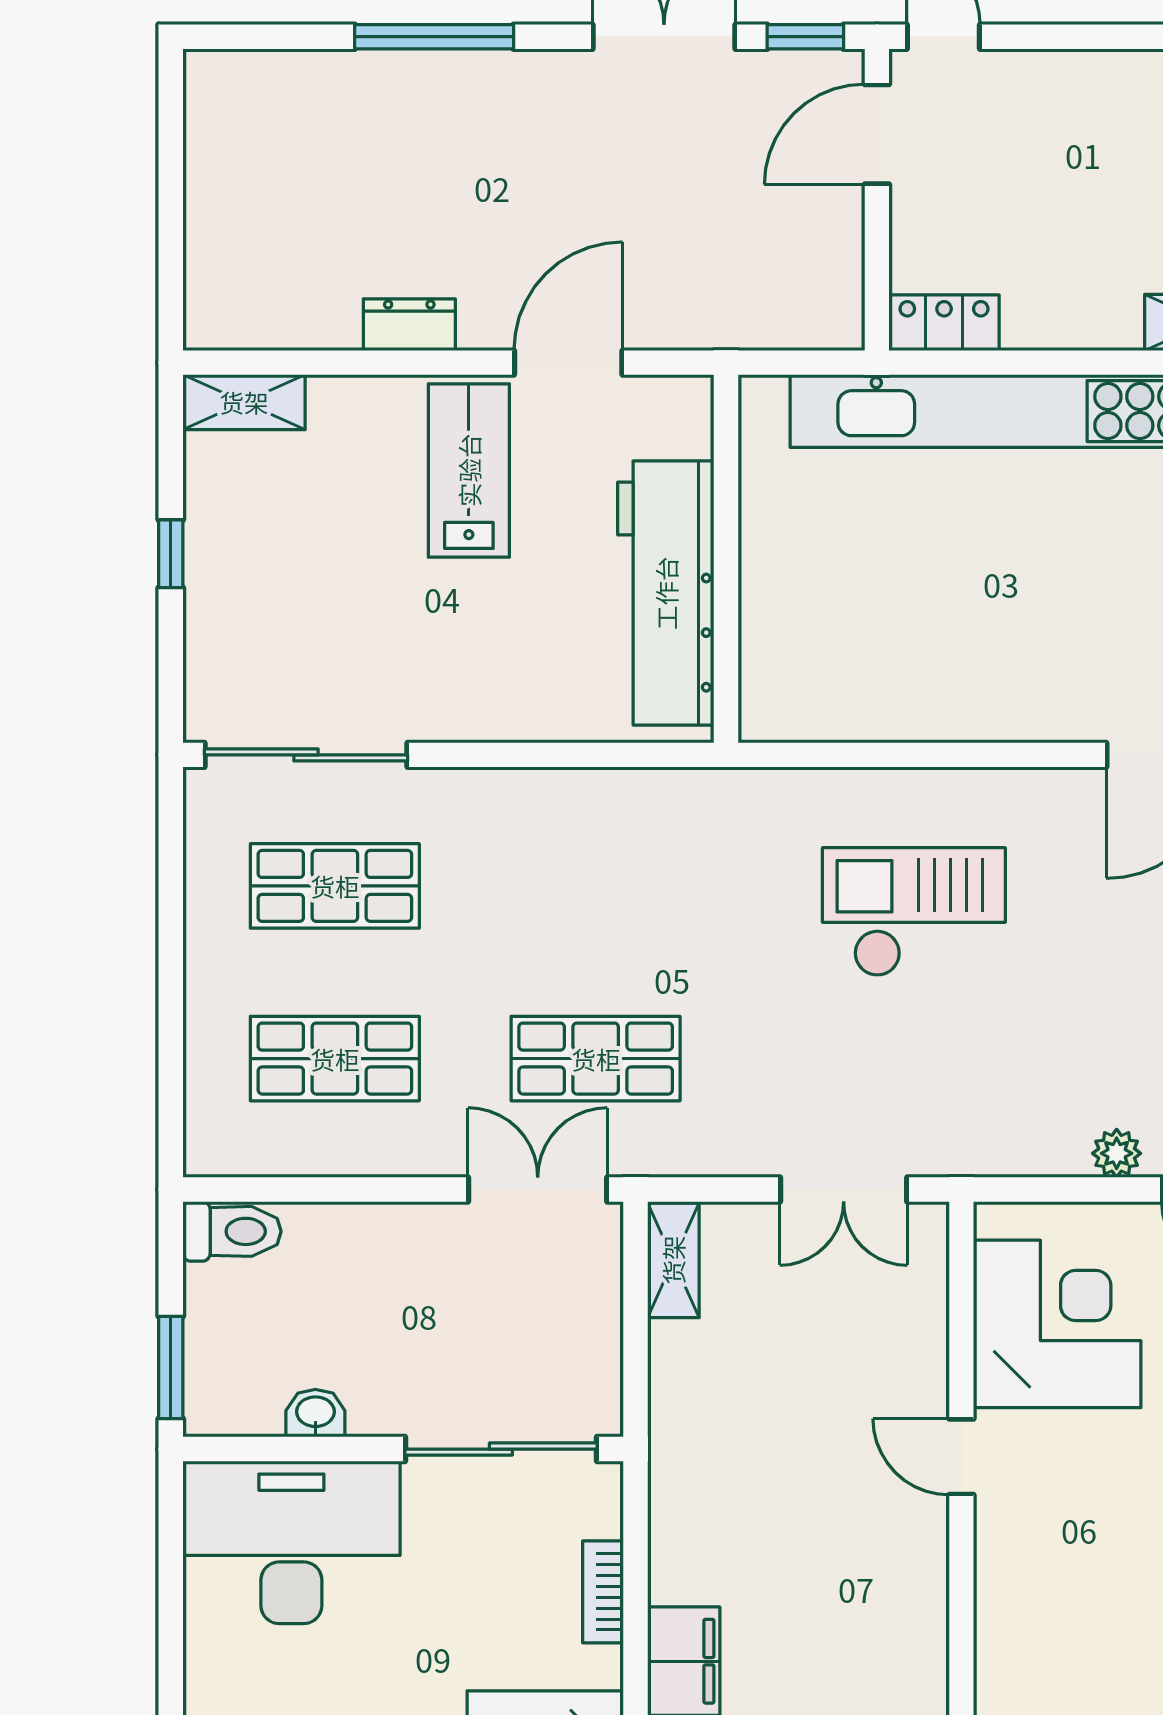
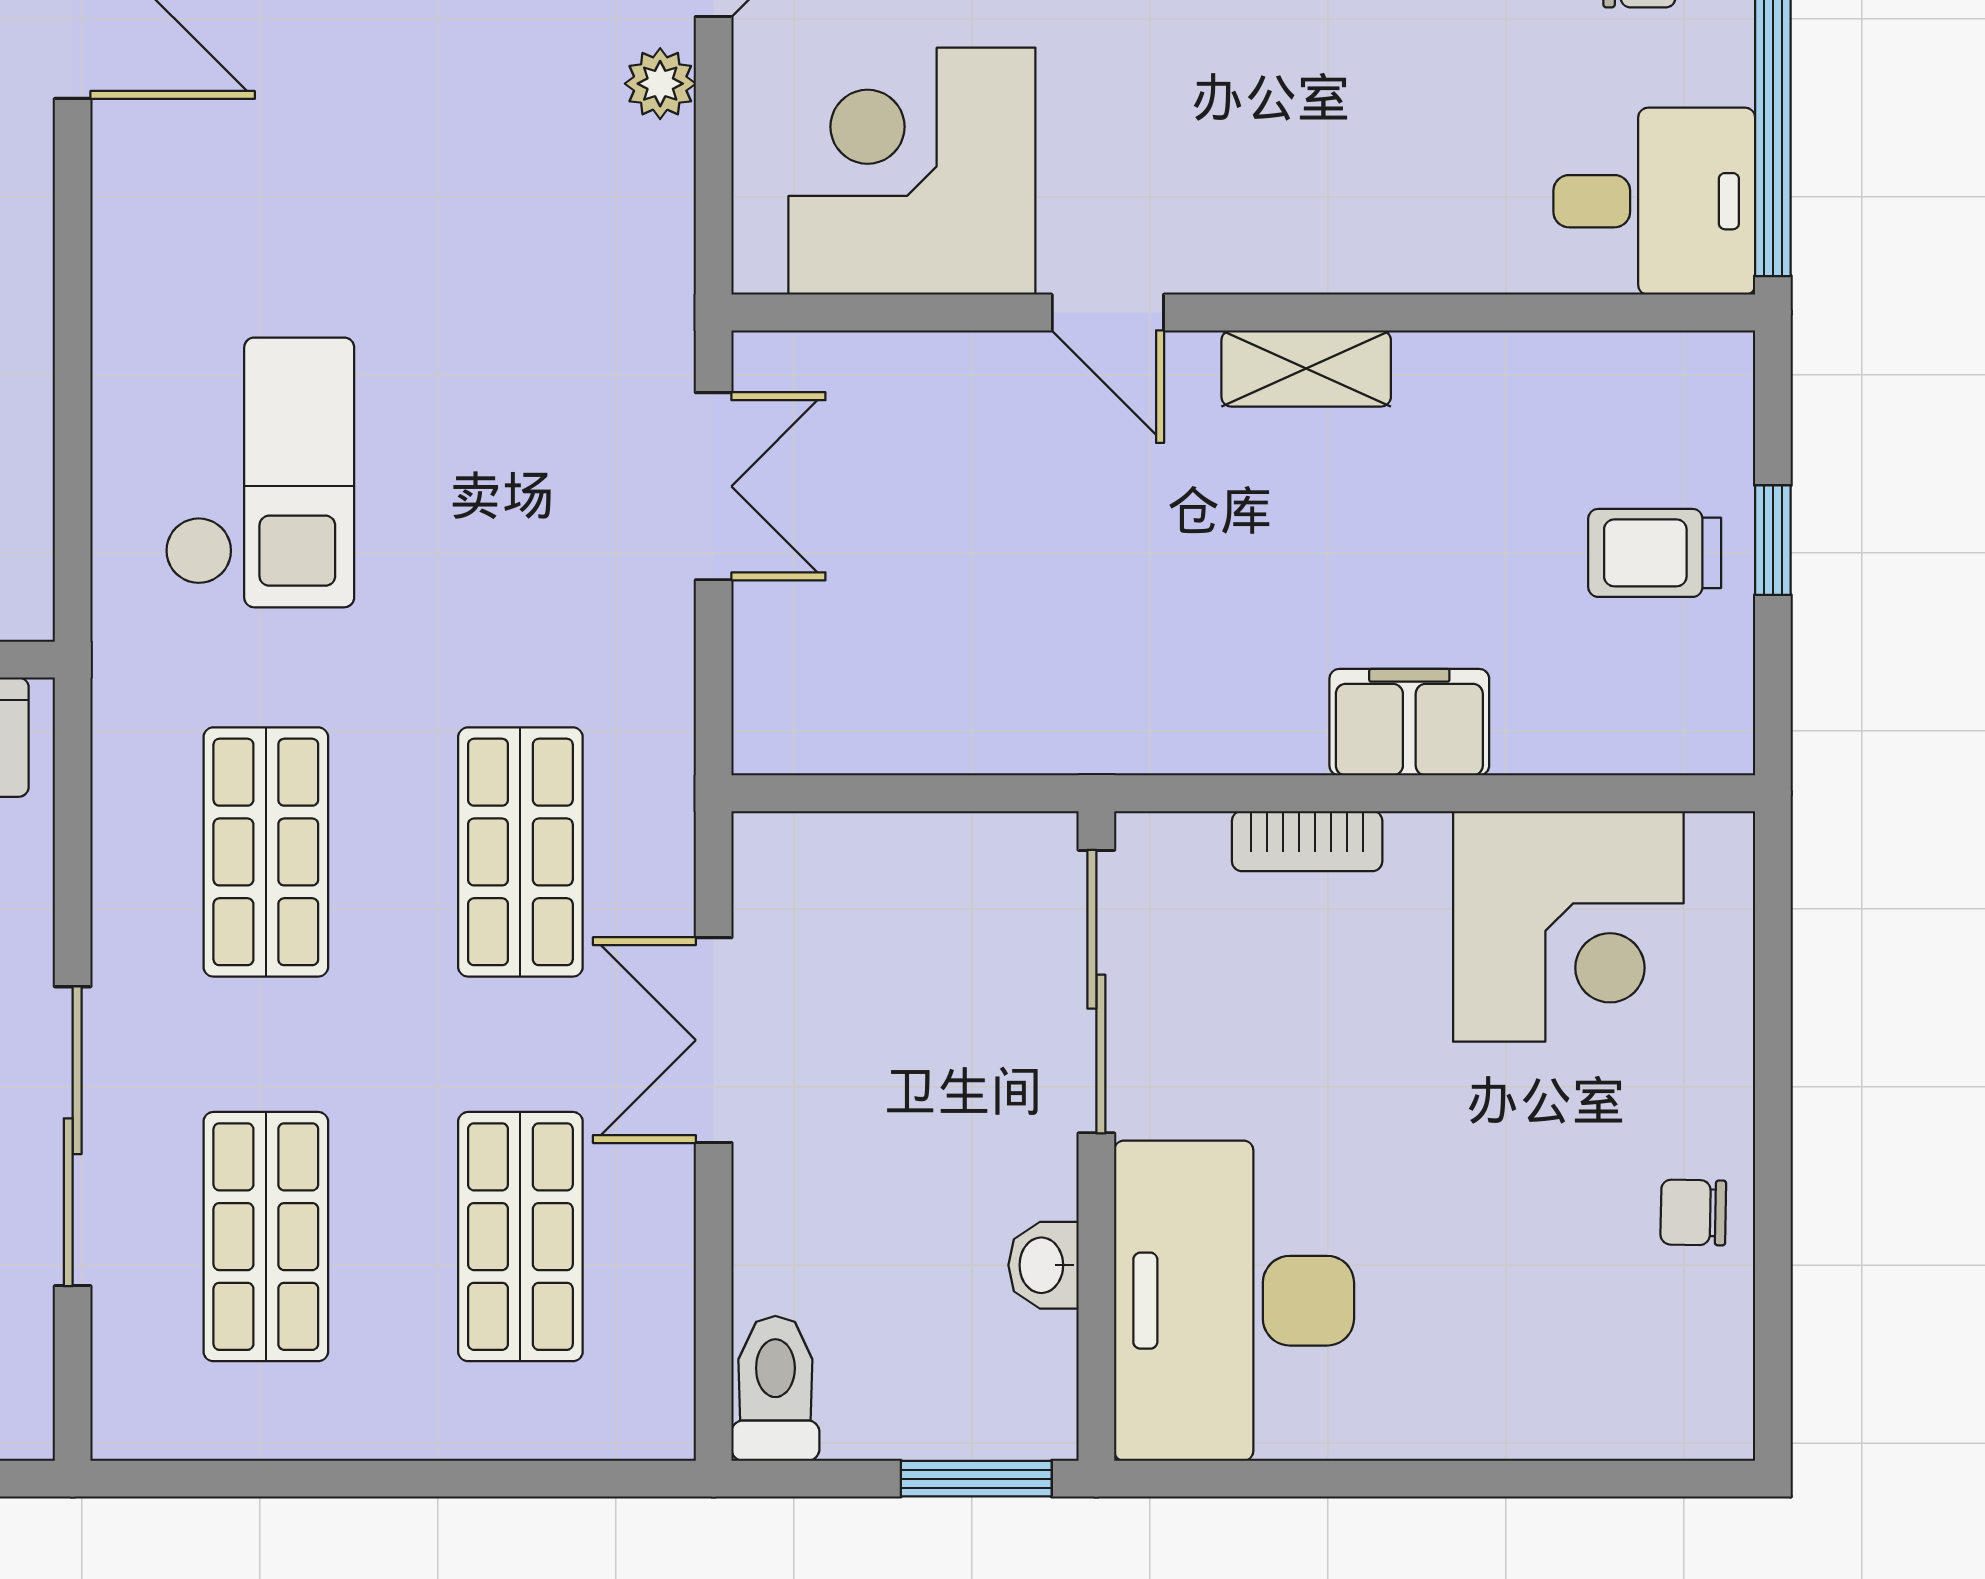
sliding door: (306, 755) -> (73, 1136), moved
shop shelf: (596, 886) -> (266, 852), added
checkout: (914, 912) -> (259, 472), moved, turned 180
double door: (538, 1189) -> (714, 1040), moved
shelving: (673, 1260) -> (1306, 368), moved
door: (961, 1457) -> (1108, 313), hinge flipped

